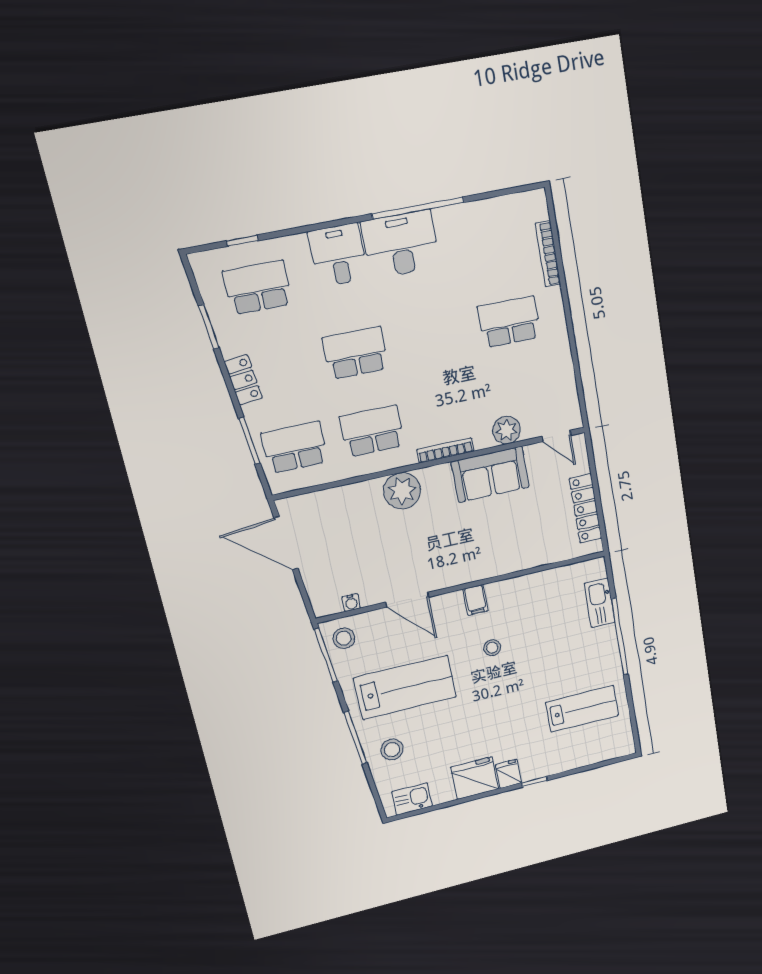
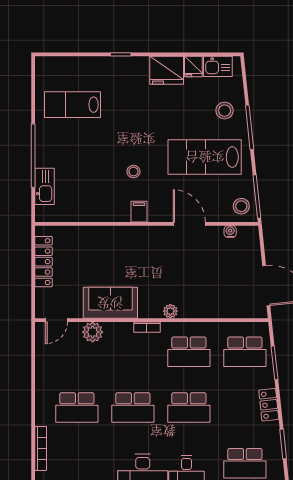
school desk: (433, 337) -> (133, 408), added
door: (556, 436) -> (56, 320), swing flipped
bookcase: (445, 450) -> (147, 327), width x0.64
plant: (402, 491) -> (170, 311), width x0.53, depth x0.53
fridge: (509, 774) -> (193, 67), moved

